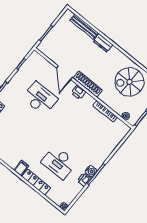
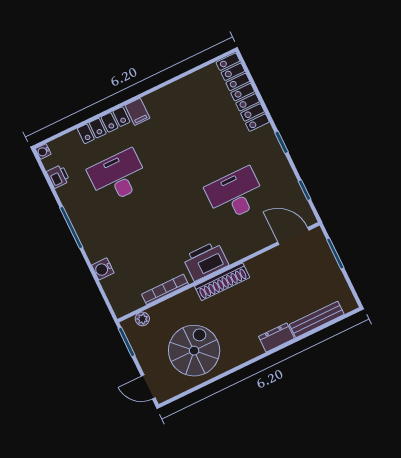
door: (65, 73) -> (293, 236), moved
printer: (79, 92) -> (206, 261), width x1.87, depth x1.48
desk: (40, 98) -> (235, 194), turned 180
water cooler: (91, 171) -> (103, 269), moved
printer: (84, 180) -> (58, 176), moved

